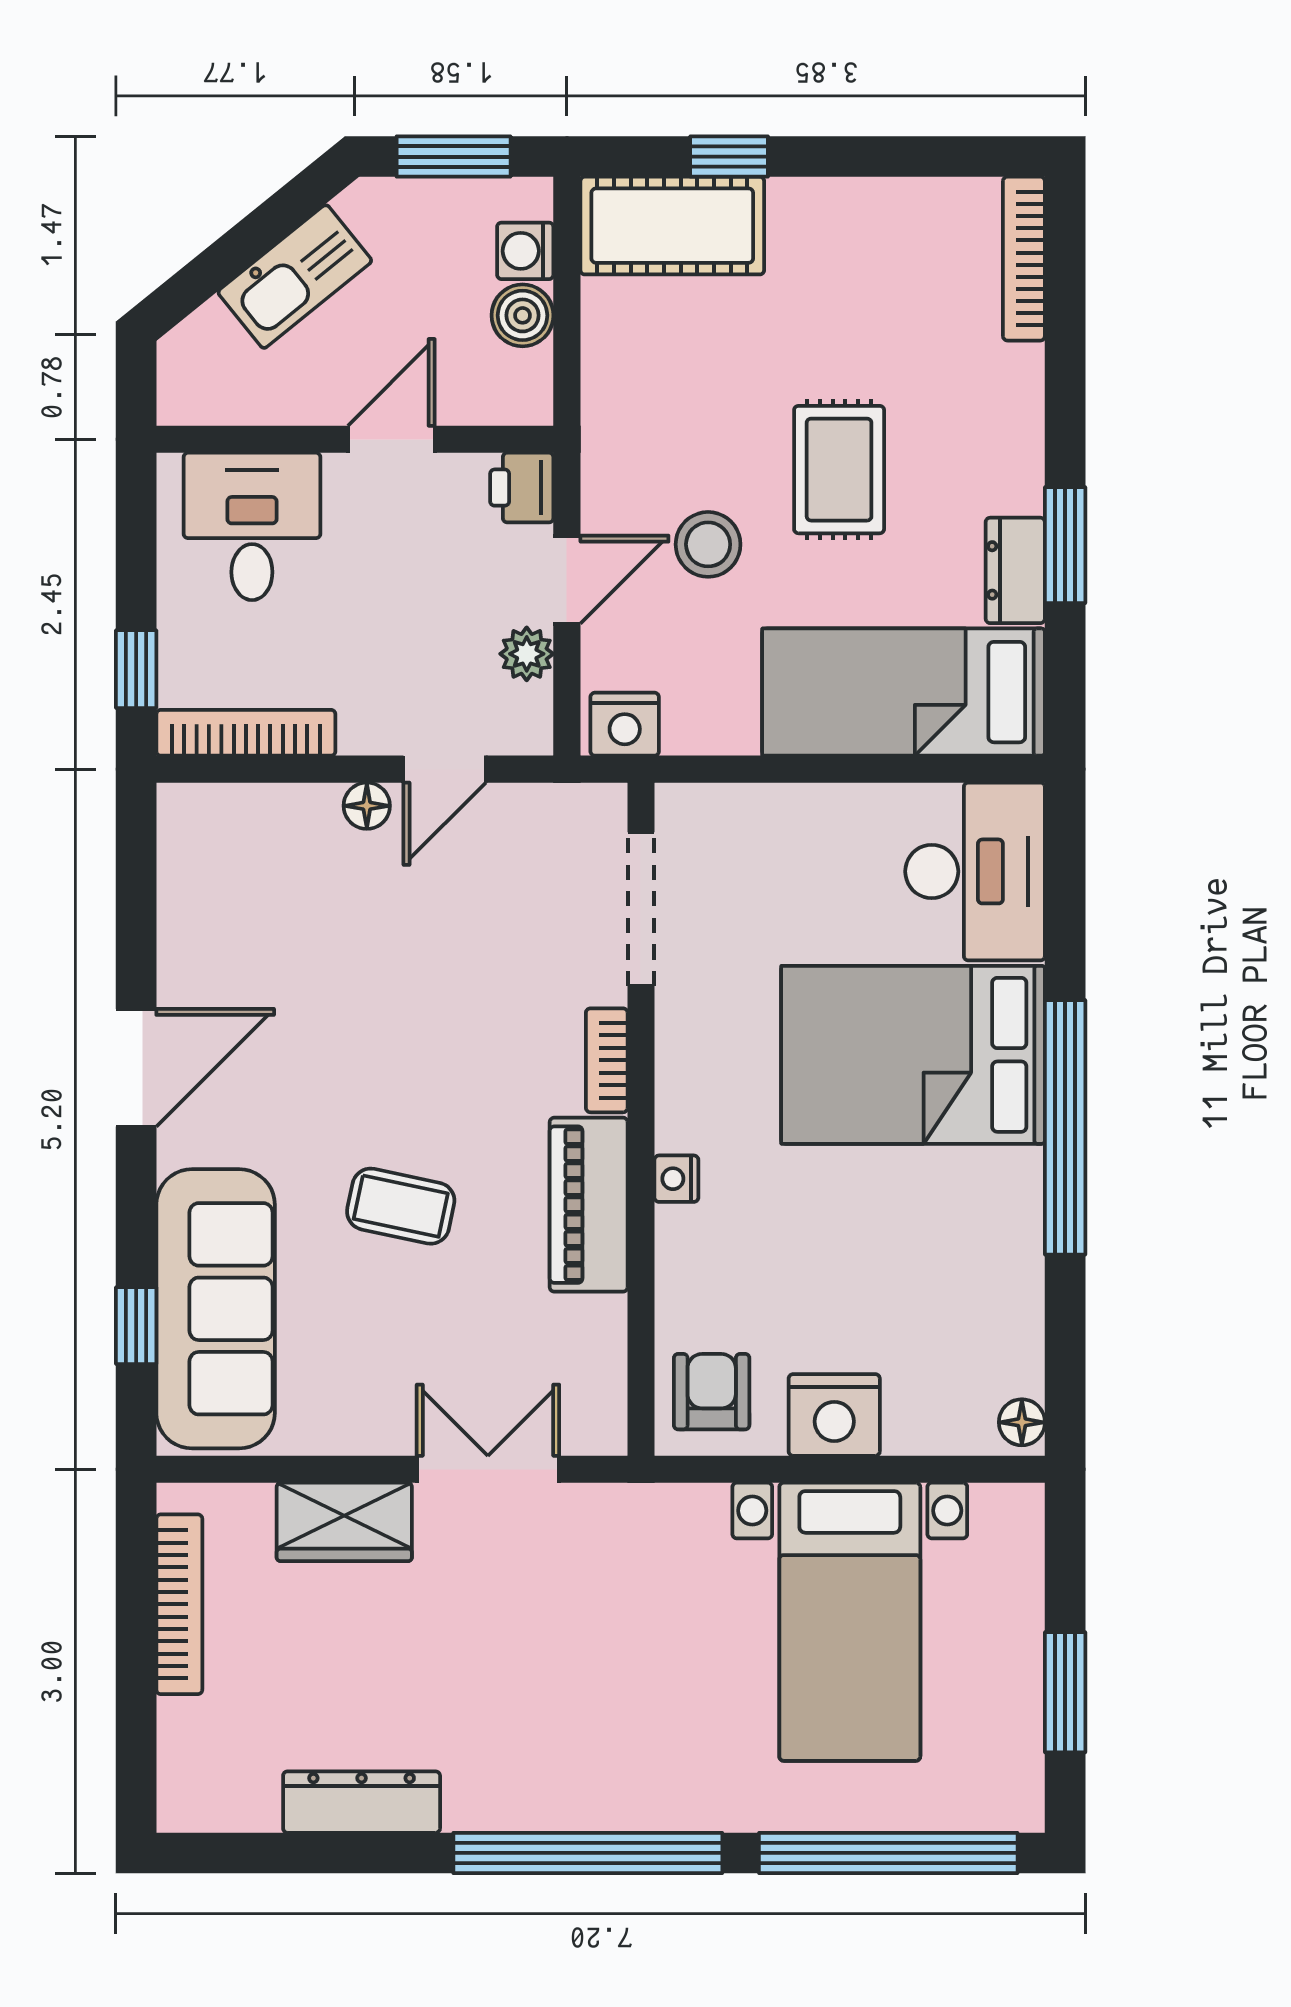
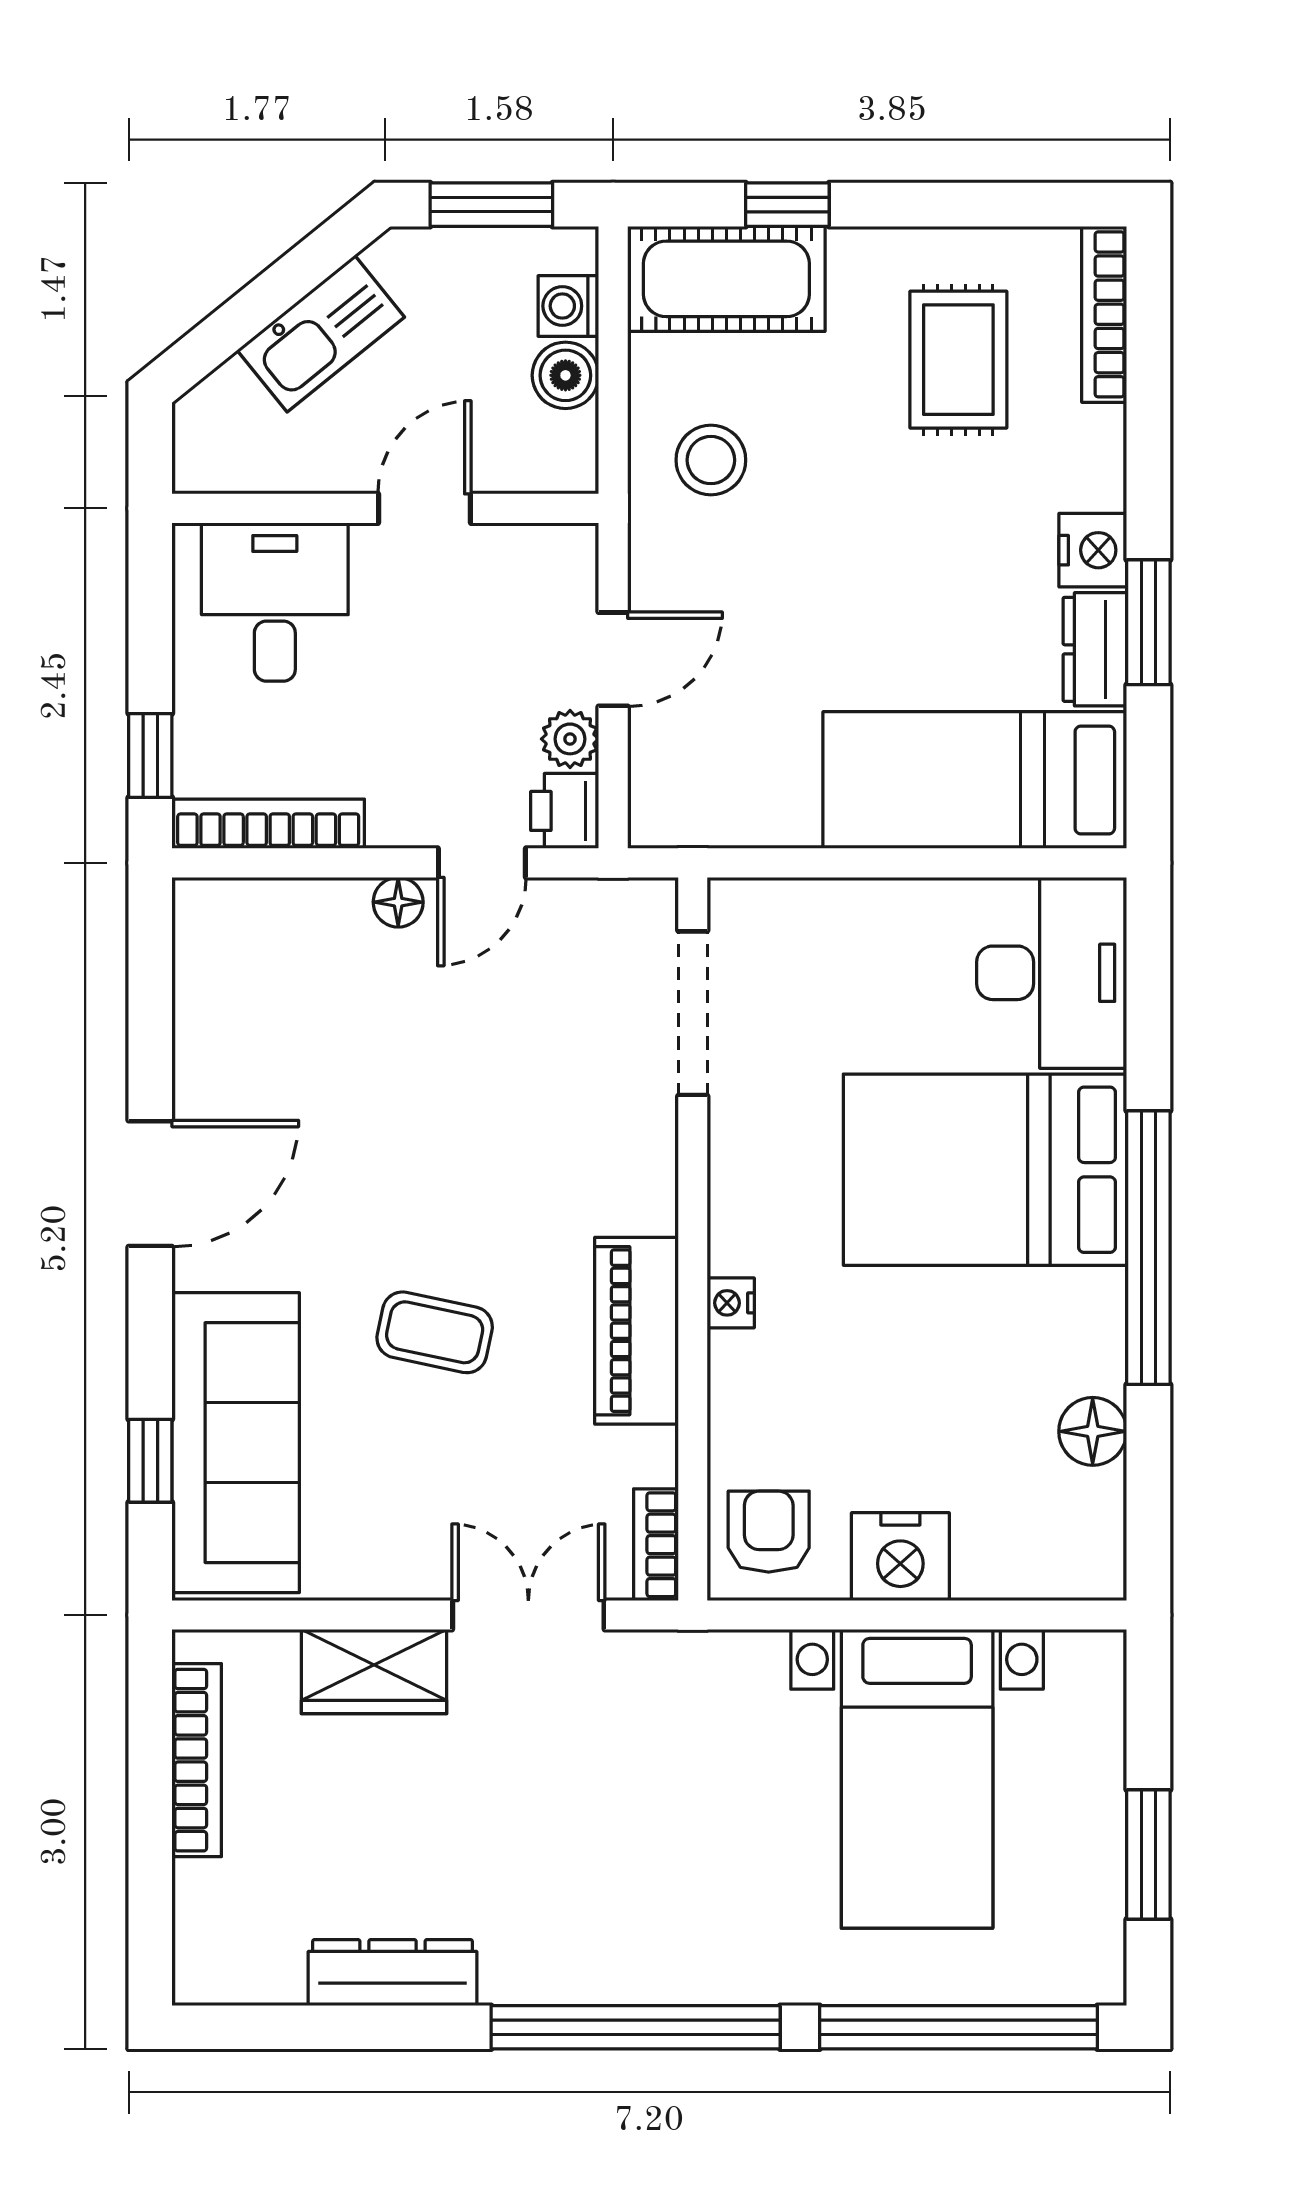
rug: (839, 470) -> (958, 360), moved
printer: (522, 488) -> (565, 811), moved
stool: (708, 544) -> (711, 460), moved
nightstand: (625, 724) -> (1093, 550), moved, turned -90
bookcase: (607, 1060) -> (656, 1545), moved
floor lamp: (1022, 1422) -> (1093, 1431), moved, width x1.37, depth x1.37

